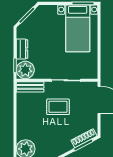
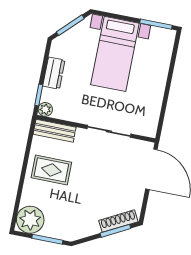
bed with nightstands: (78, 28) -> (115, 54), moved
plant: (25, 70) -> (45, 109), width x0.53, depth x0.53
rug: (58, 107) -> (51, 170), moved

